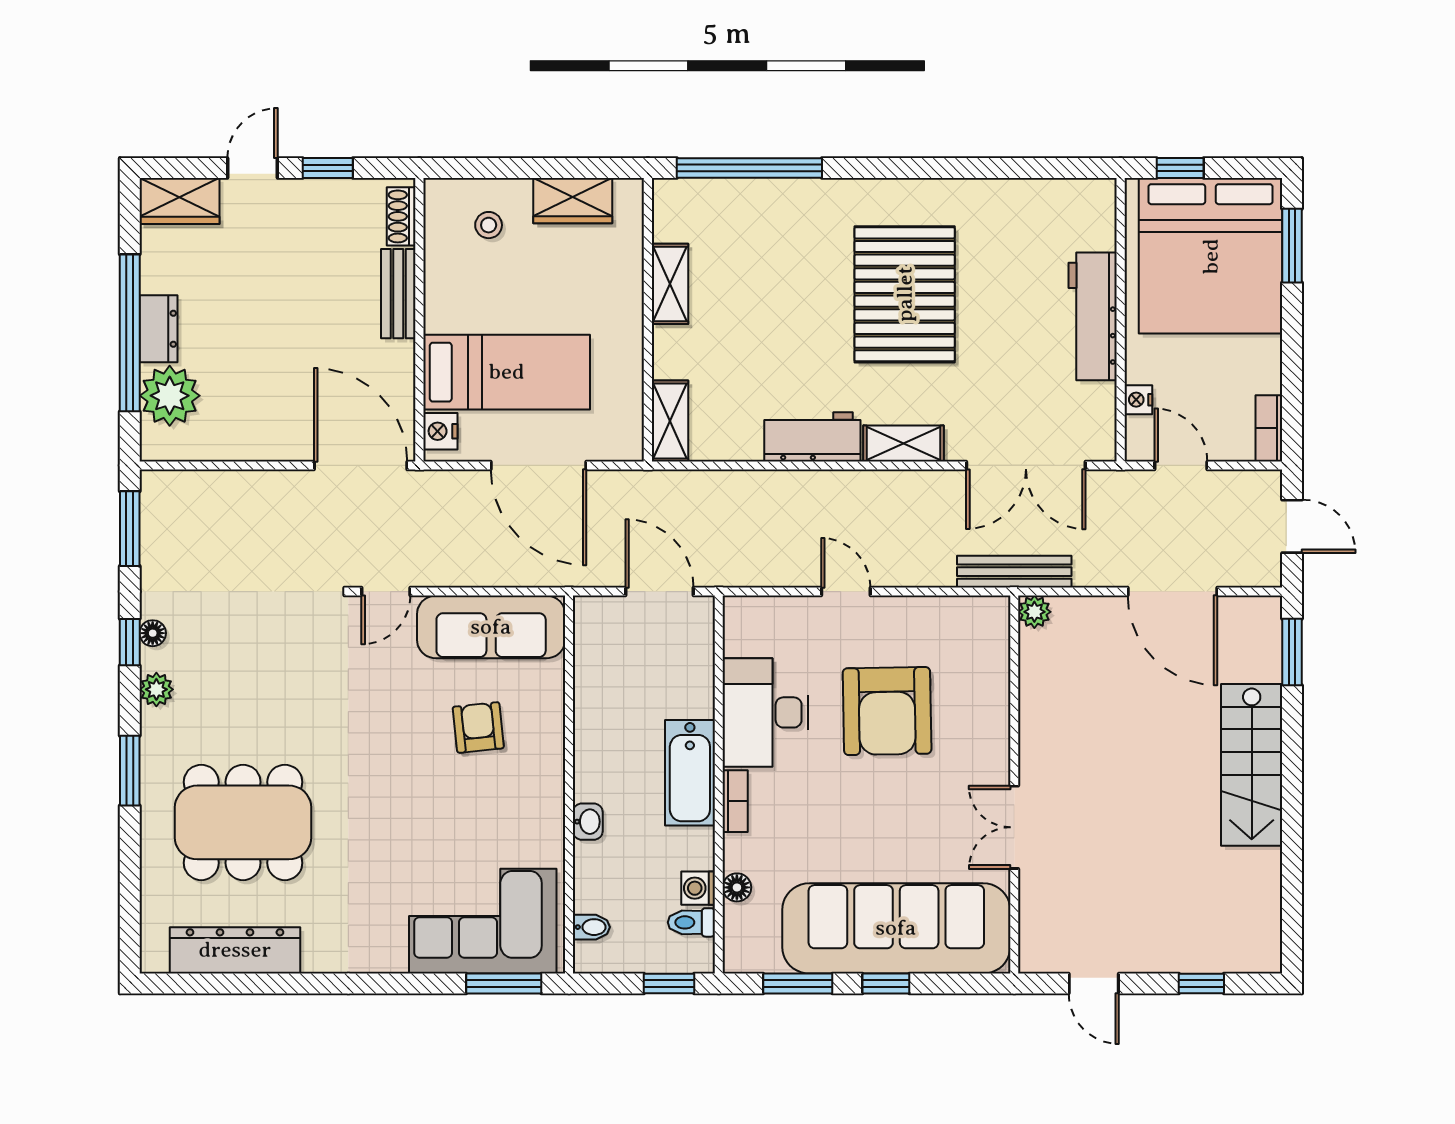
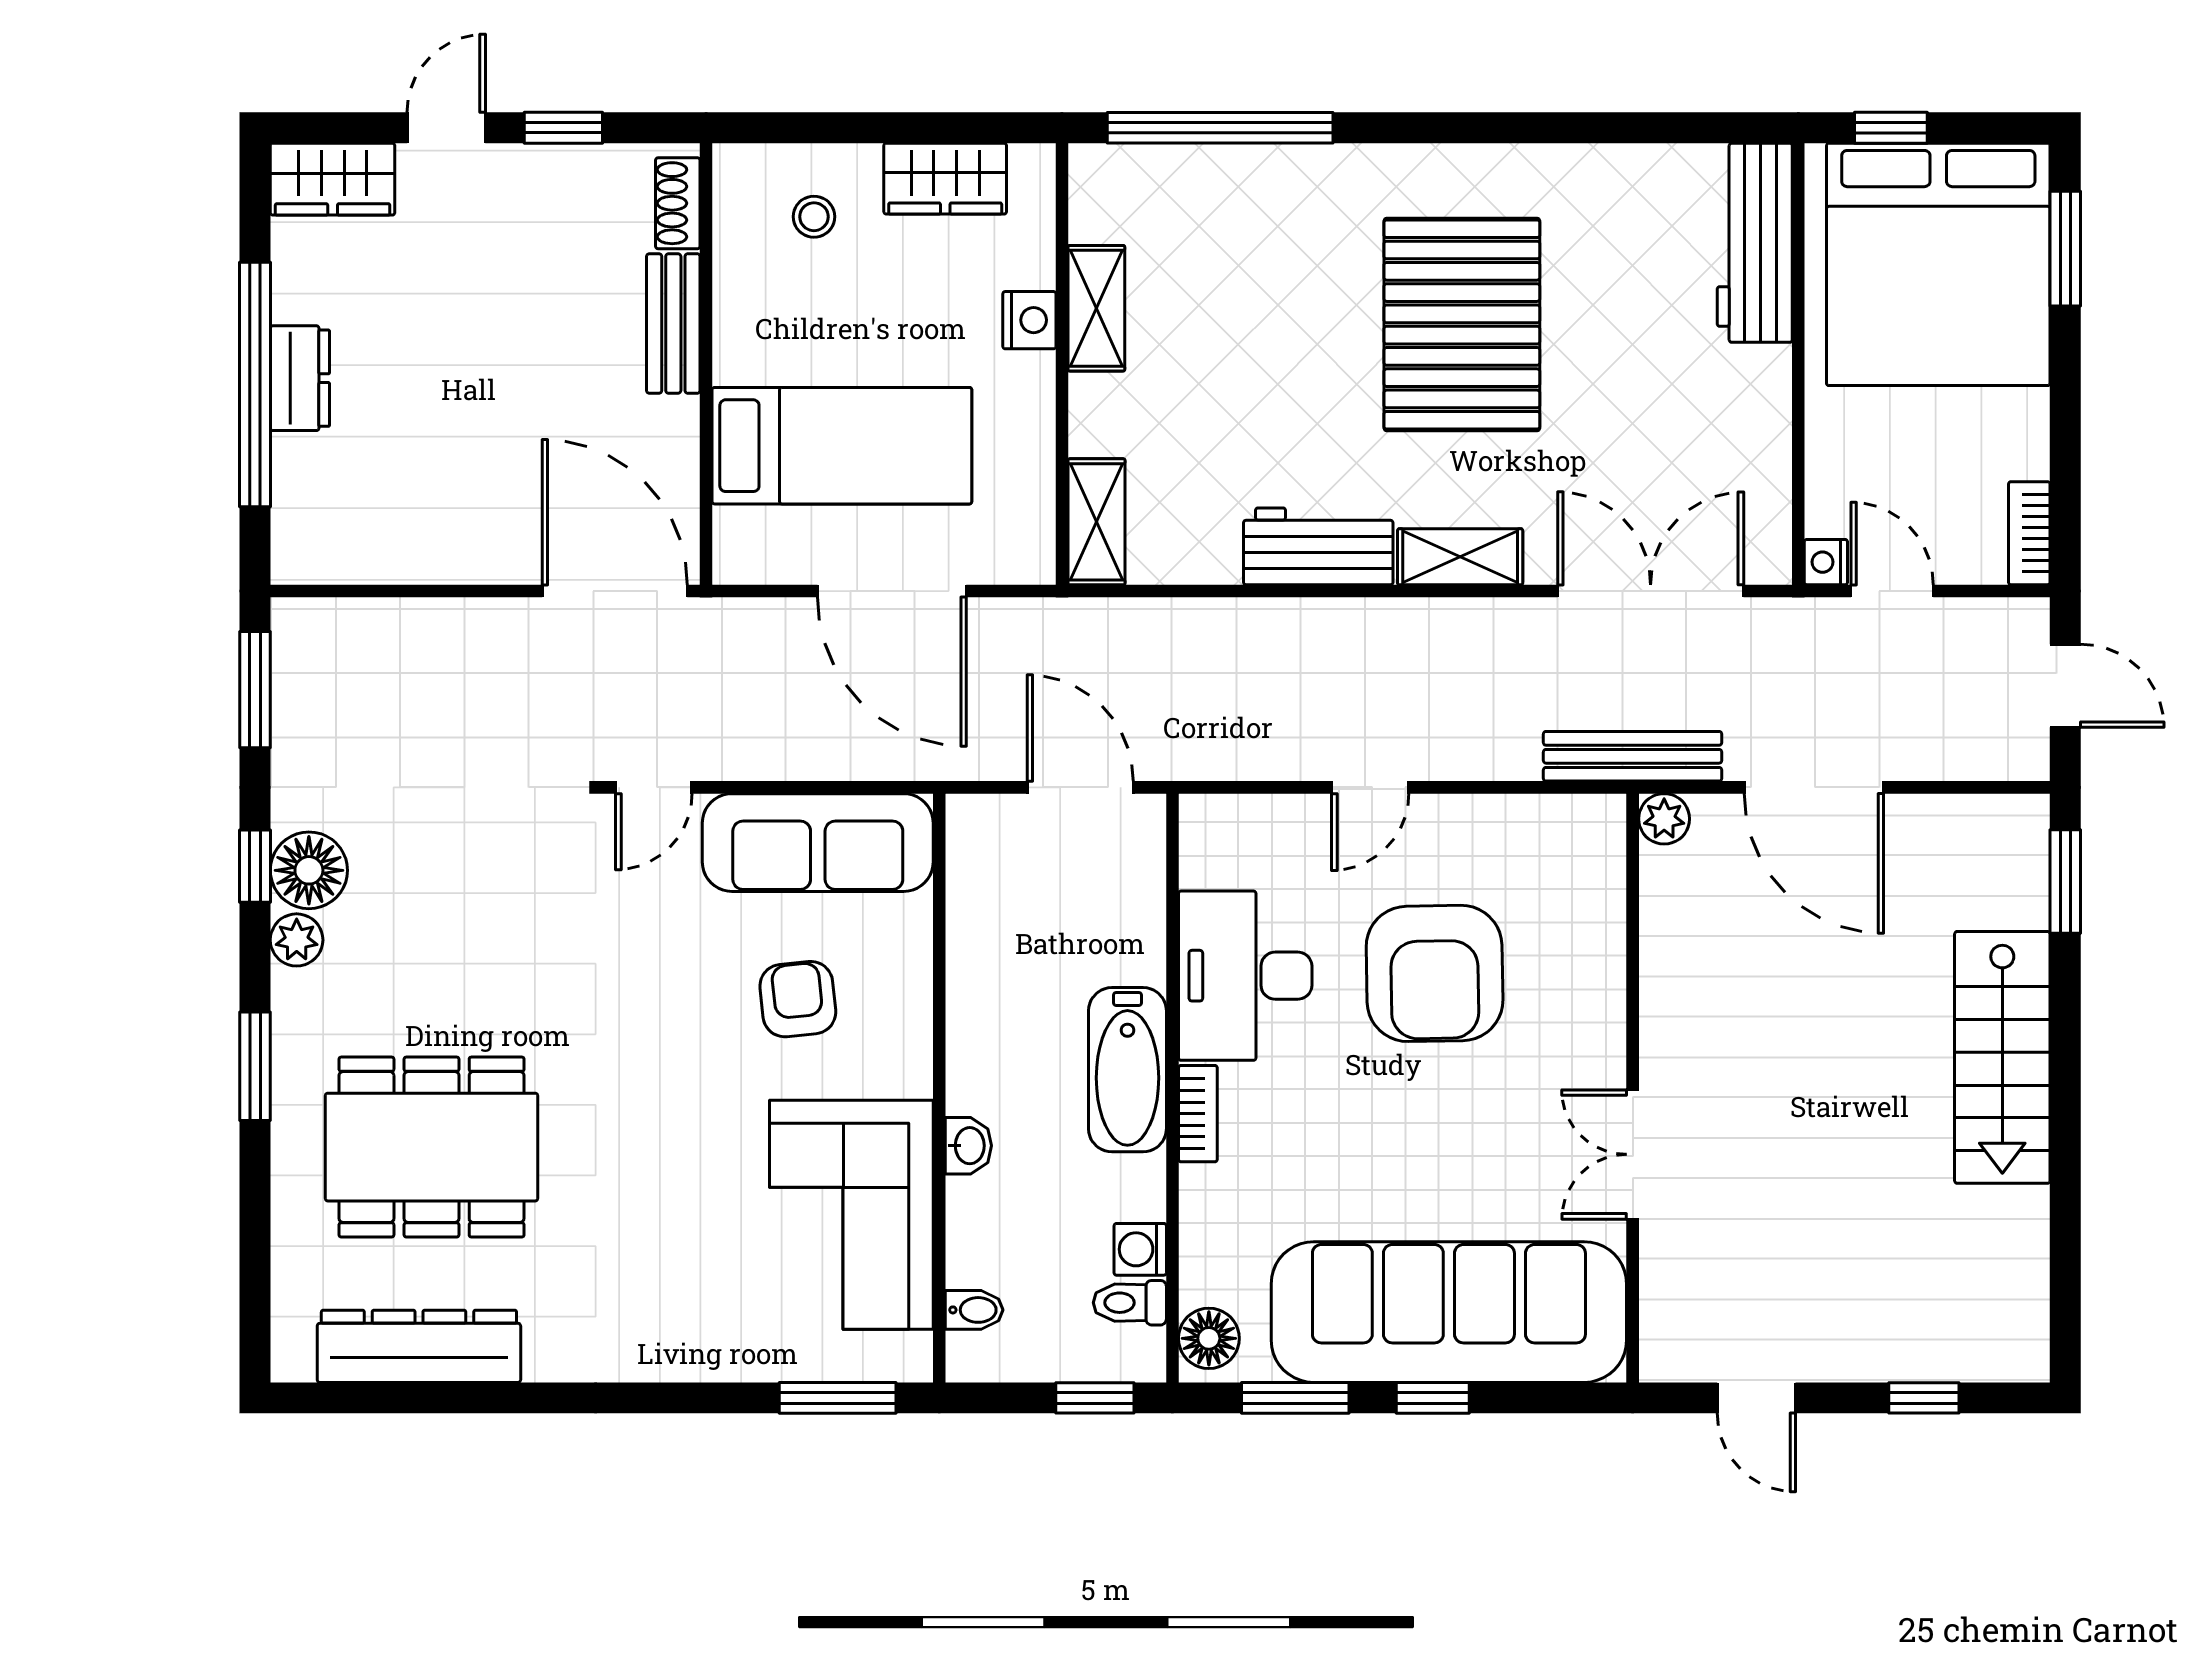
workbench: (1093, 316) -> (1755, 243), moved
plant: (170, 396) -> (317, 482), removed
nightstand: (1138, 400) -> (1826, 562), moved
nightstand: (440, 431) -> (1029, 320), moved, turned 180
double door: (1026, 465) -> (1651, 591), swing flipped
door: (846, 592) -> (1370, 787), swing flipped
door: (1172, 592) -> (1814, 787), moved
floor lamp: (153, 633) -> (309, 870), width x1.89, depth x1.89
floor lamp: (737, 887) -> (1209, 1338), moved, width x1.37, depth x1.37
corner sofa: (483, 921) -> (851, 1215), moved, turned -90

